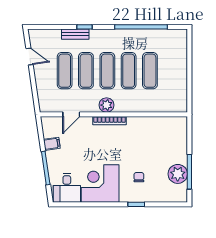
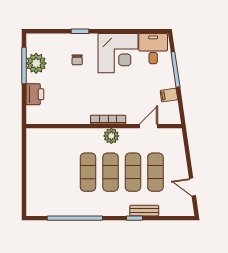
exercise mat: (150, 71) -> (66, 172), removed
printer: (179, 145) -> (35, 94), added

